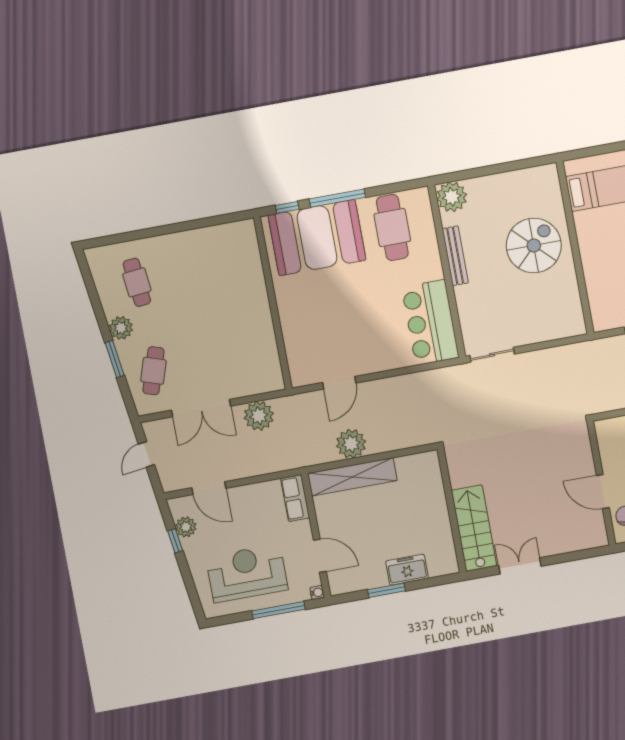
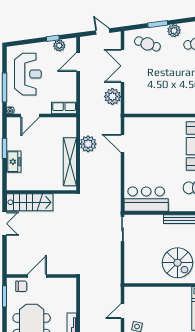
shelving: (352, 477) -> (70, 162), moved

